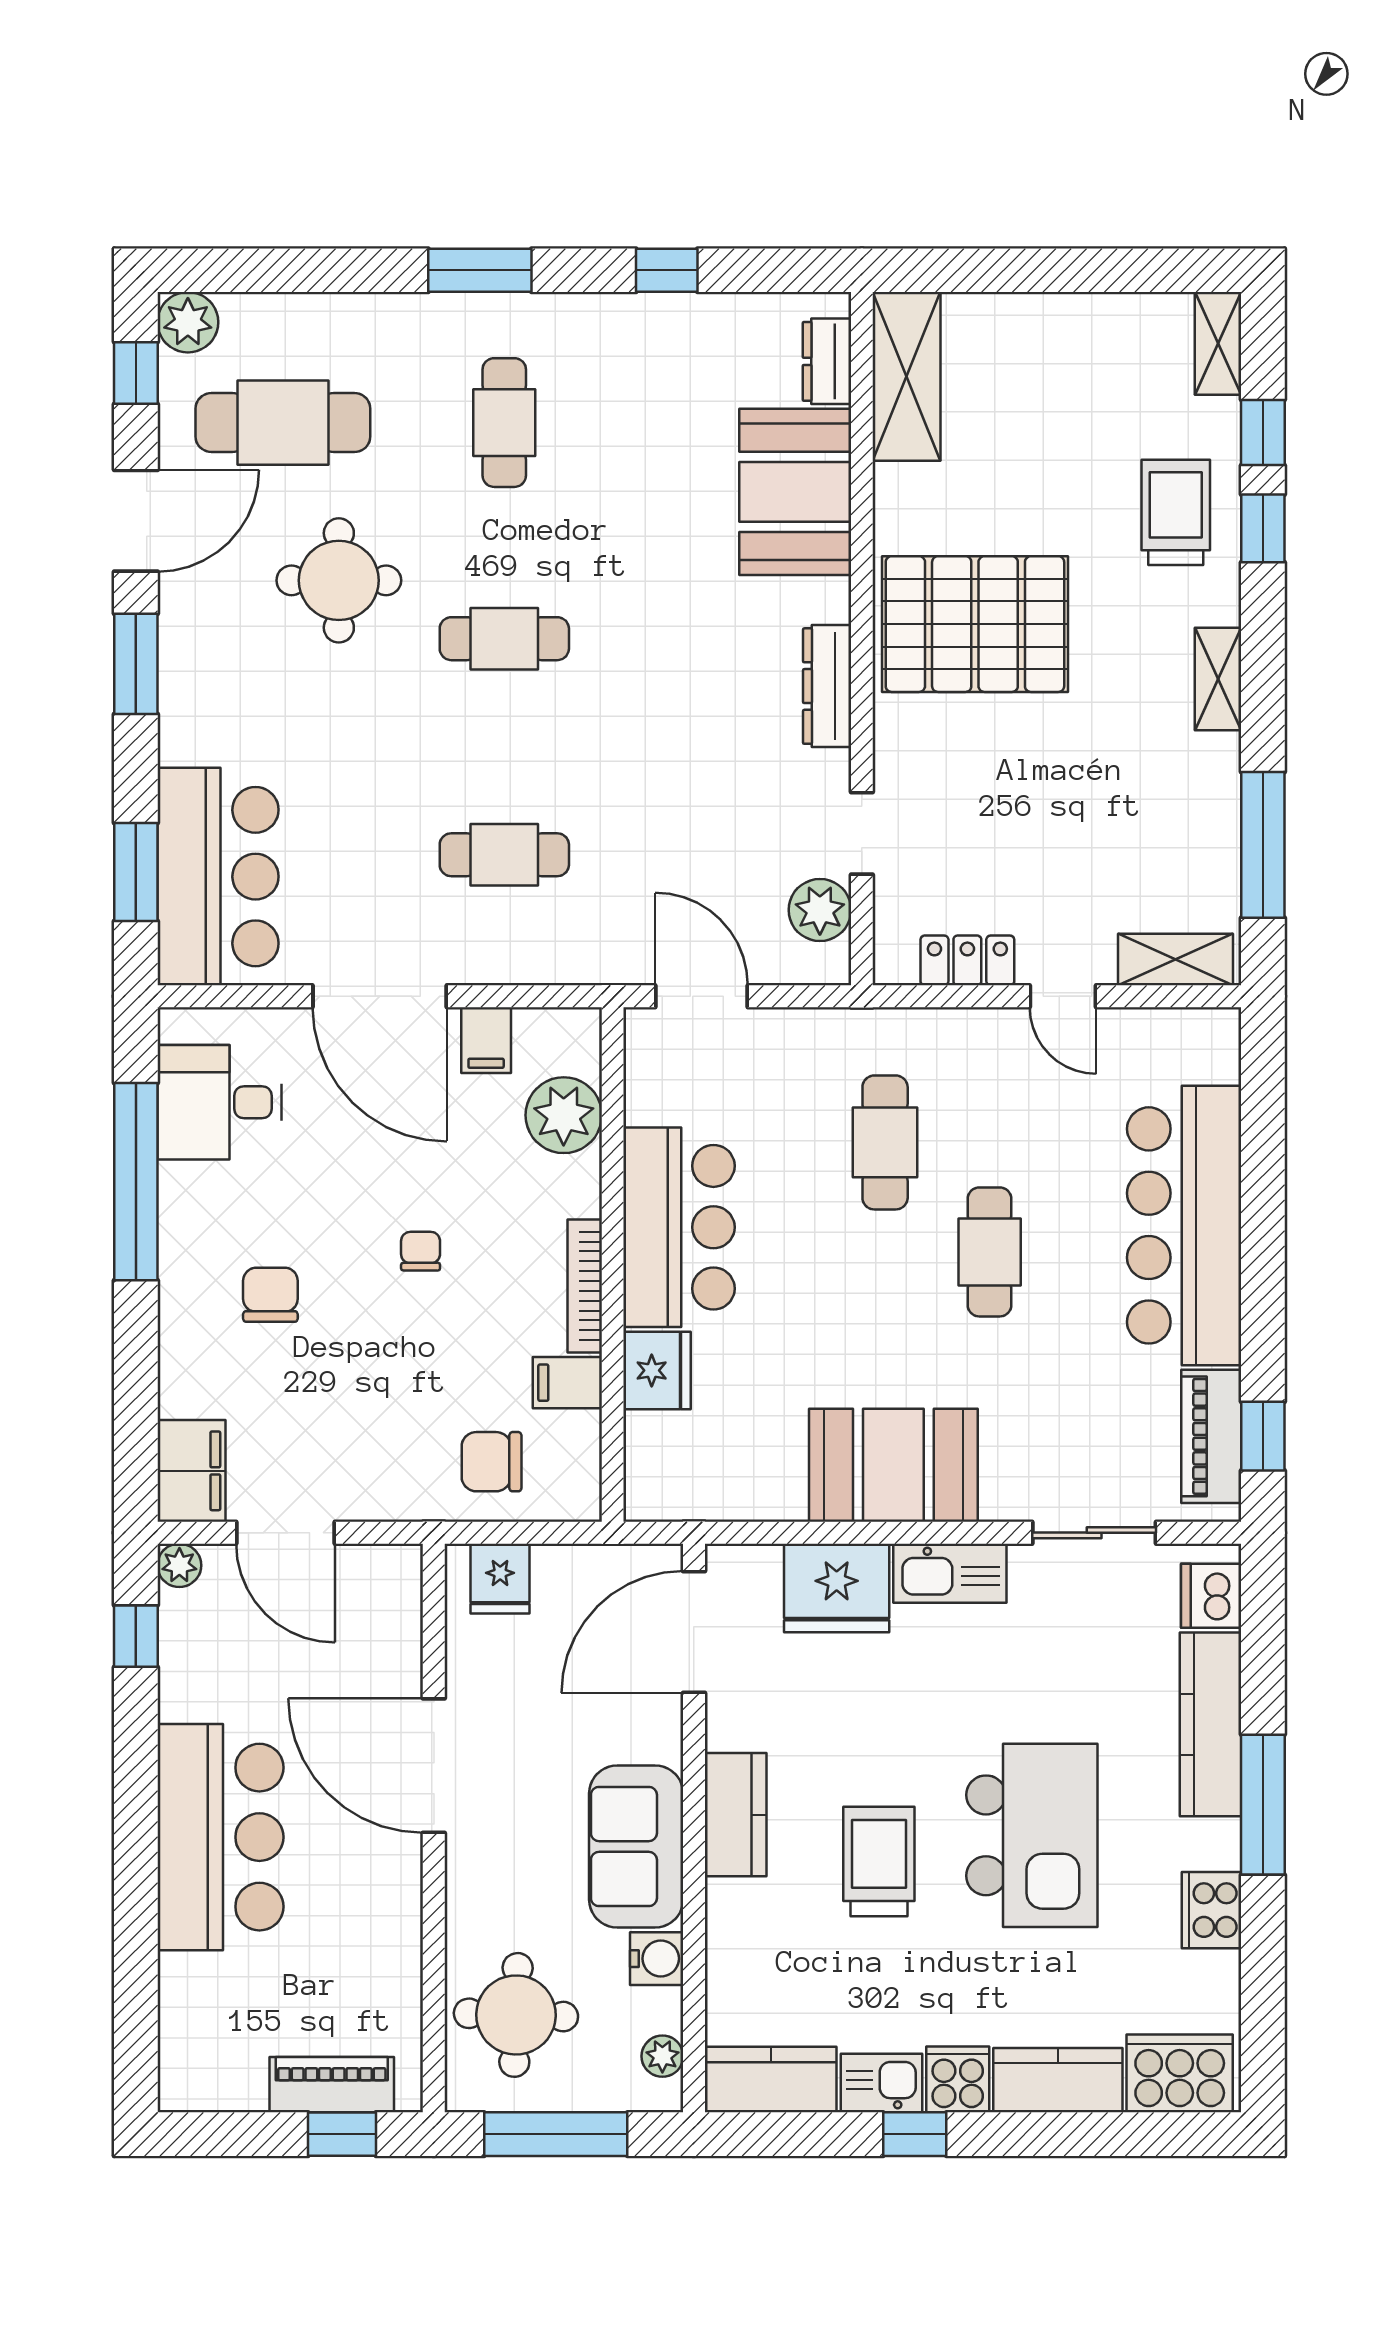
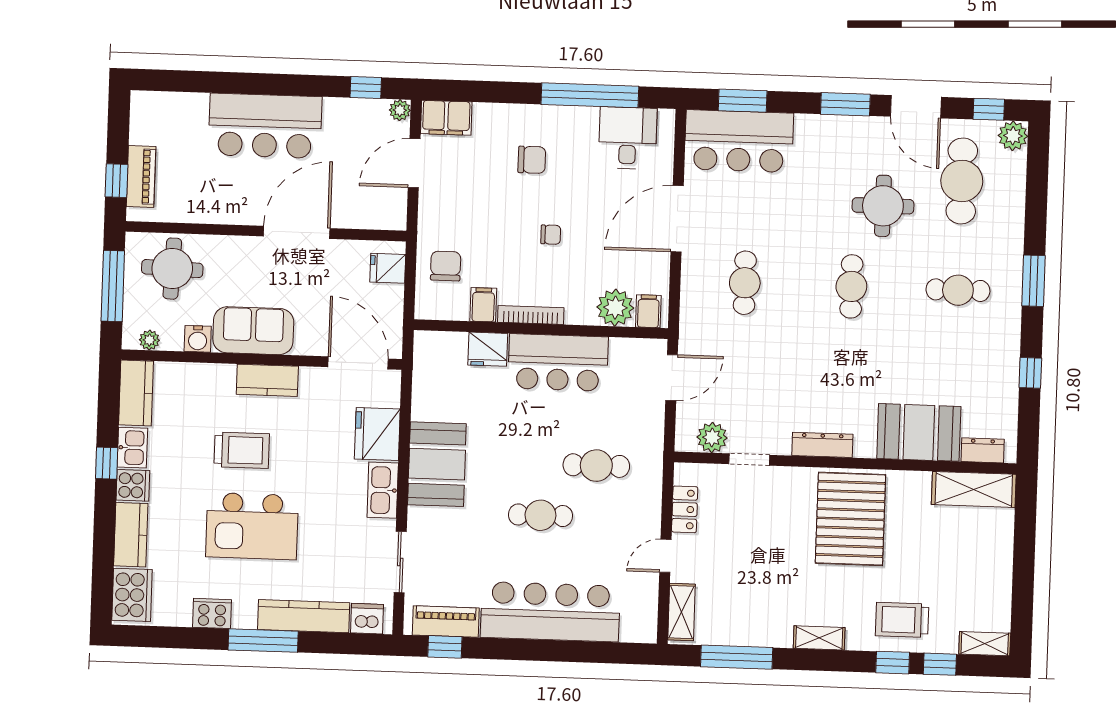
trolley: (1176, 512) -> (902, 620), turned 180
filing cabinet: (486, 1040) -> (648, 311), moved, turned 90

